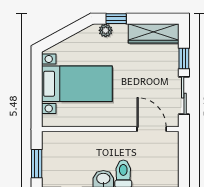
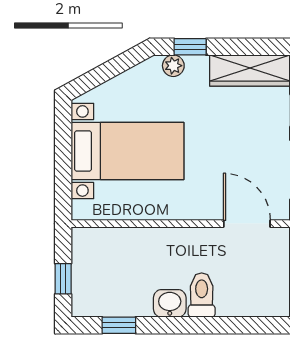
window: (37, 164) -> (63, 279), width x0.67

